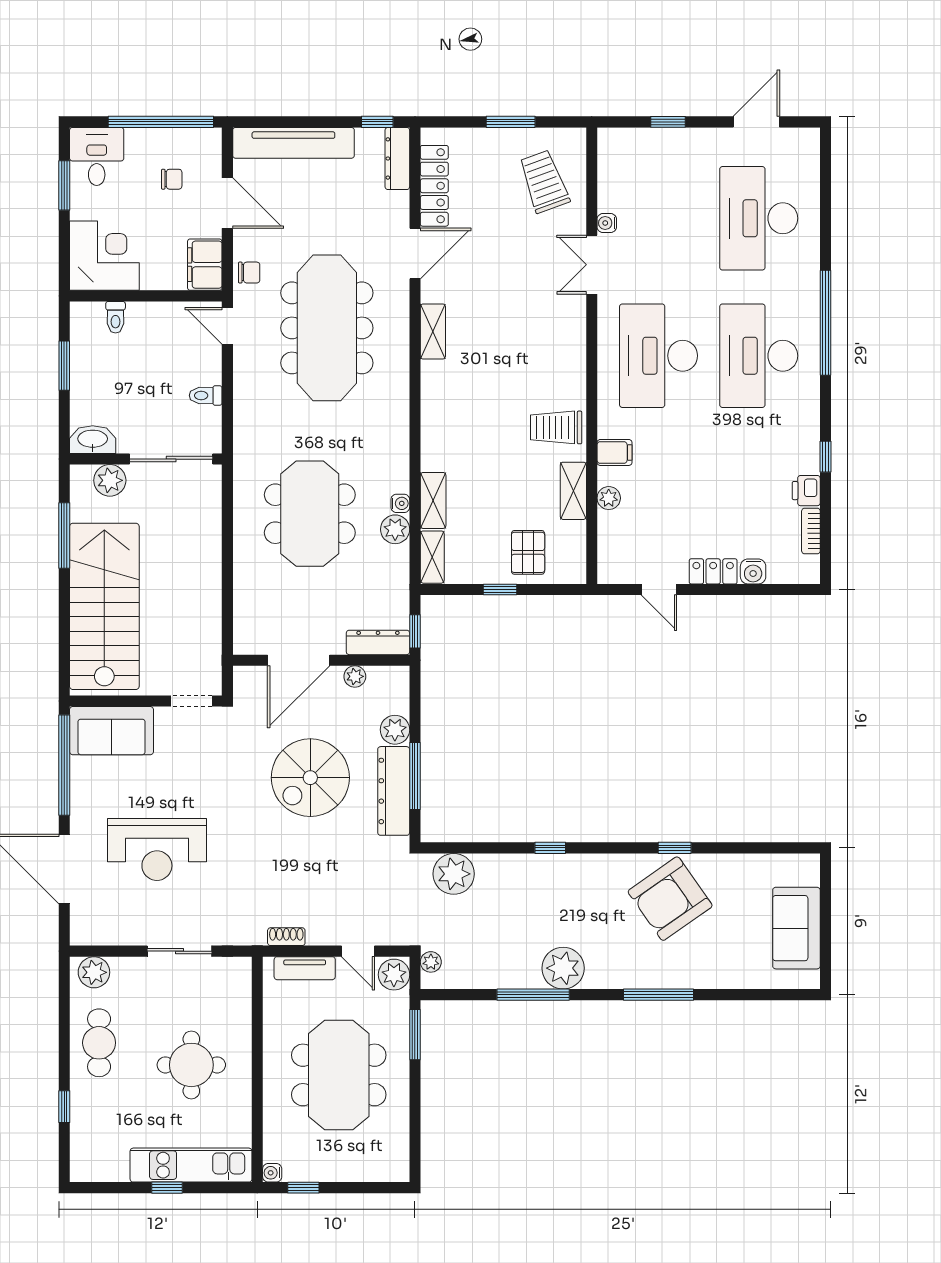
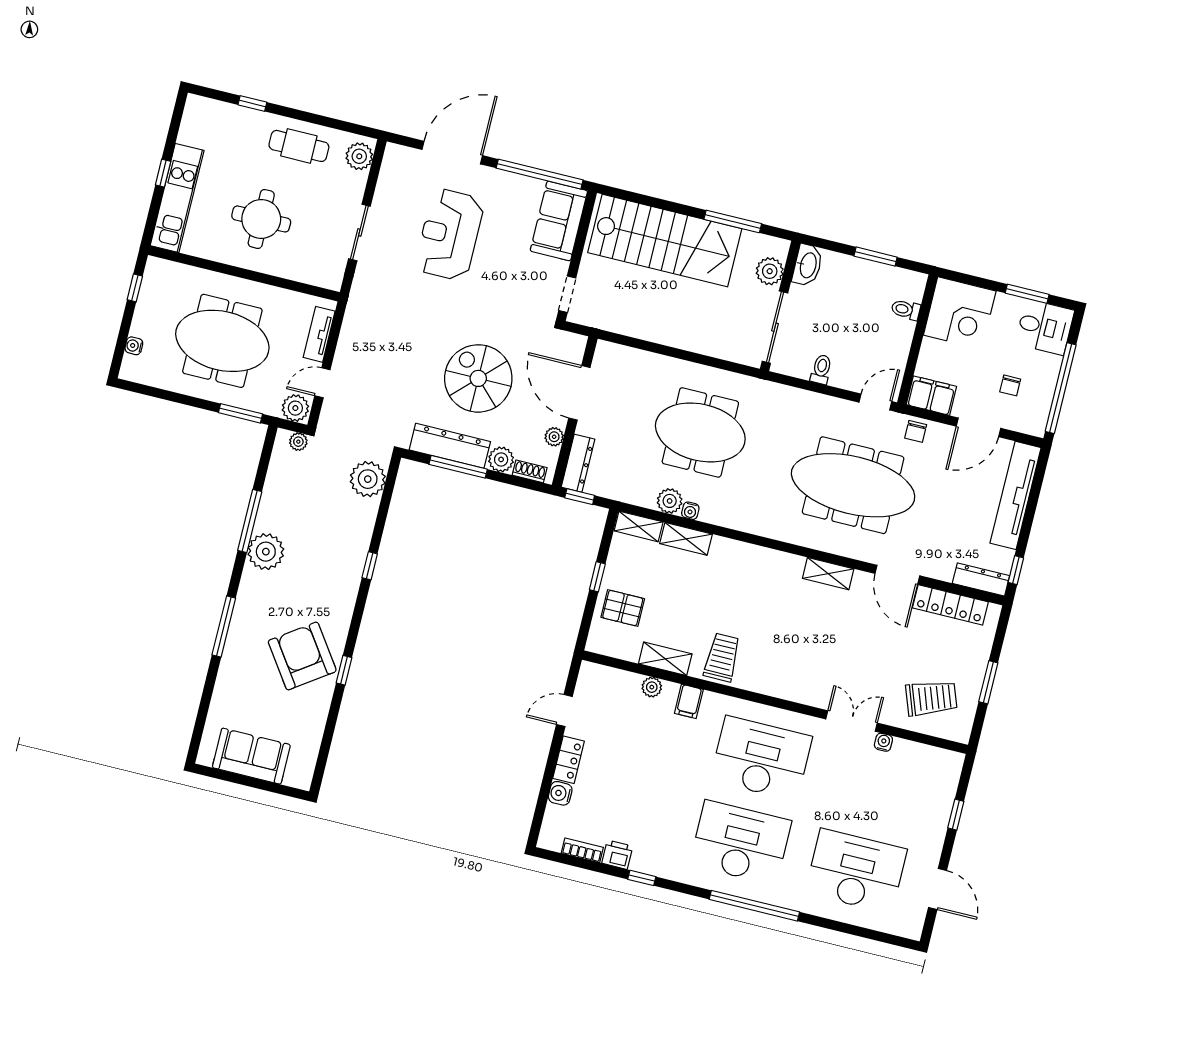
shoe rack: (286, 937) -> (530, 471), moved, turned -90
water cooler: (272, 1173) -> (134, 346), moved, turned -90

